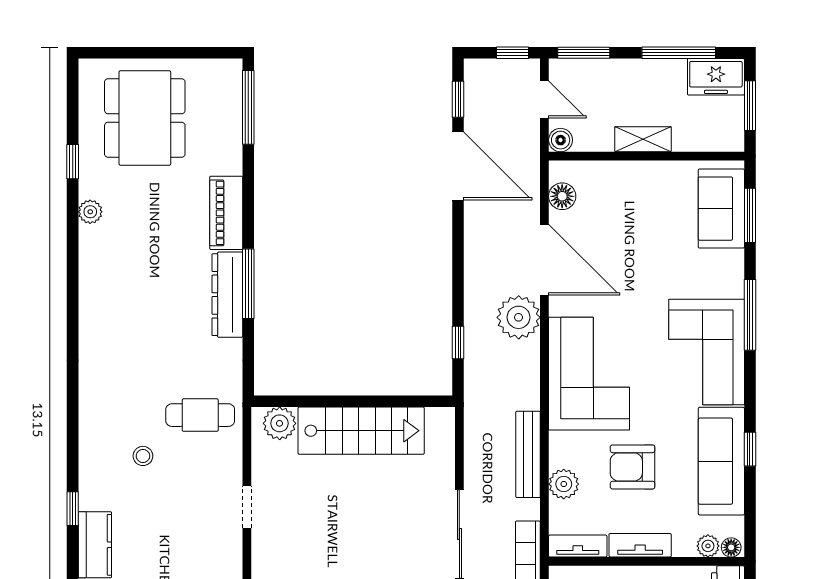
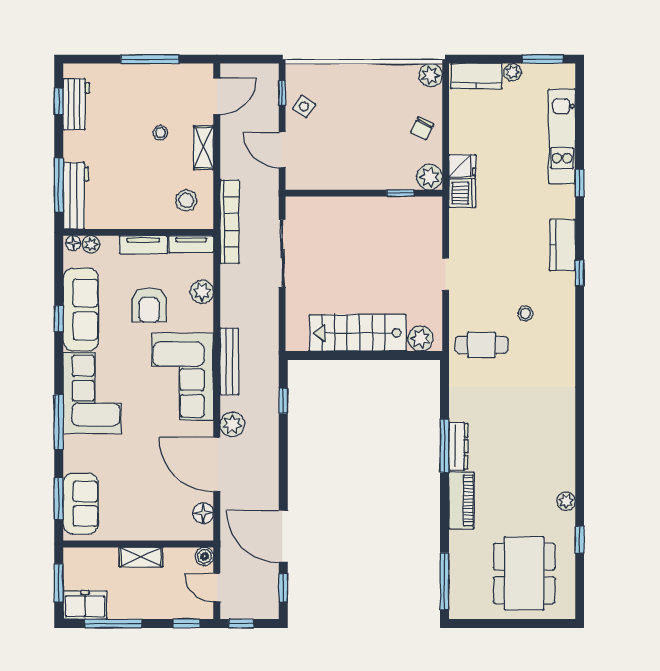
window: (584, 53) -> (187, 624), width x0.67
dresser: (227, 295) -> (458, 446), width x0.73, depth x0.80
plant: (519, 317) -> (232, 424), width x0.73, depth x0.73
bench: (528, 454) -> (229, 361), moved
armchair: (633, 467) -> (149, 305), turned 90

